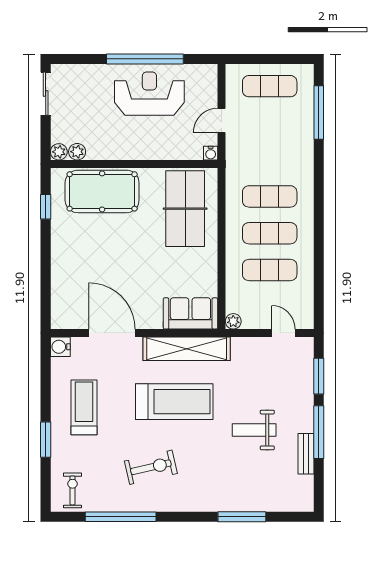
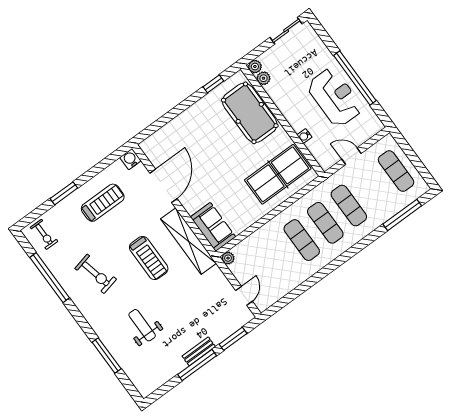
water cooler: (211, 153) -> (304, 136), moved
exercise mat: (270, 270) -> (349, 206), moved
treadmill: (174, 402) -> (149, 258), width x0.73, depth x0.73
weight bench: (254, 430) -> (142, 325), moved
bench: (306, 454) -> (199, 351), moved
exercise bike: (73, 490) -> (44, 234), turned 90

